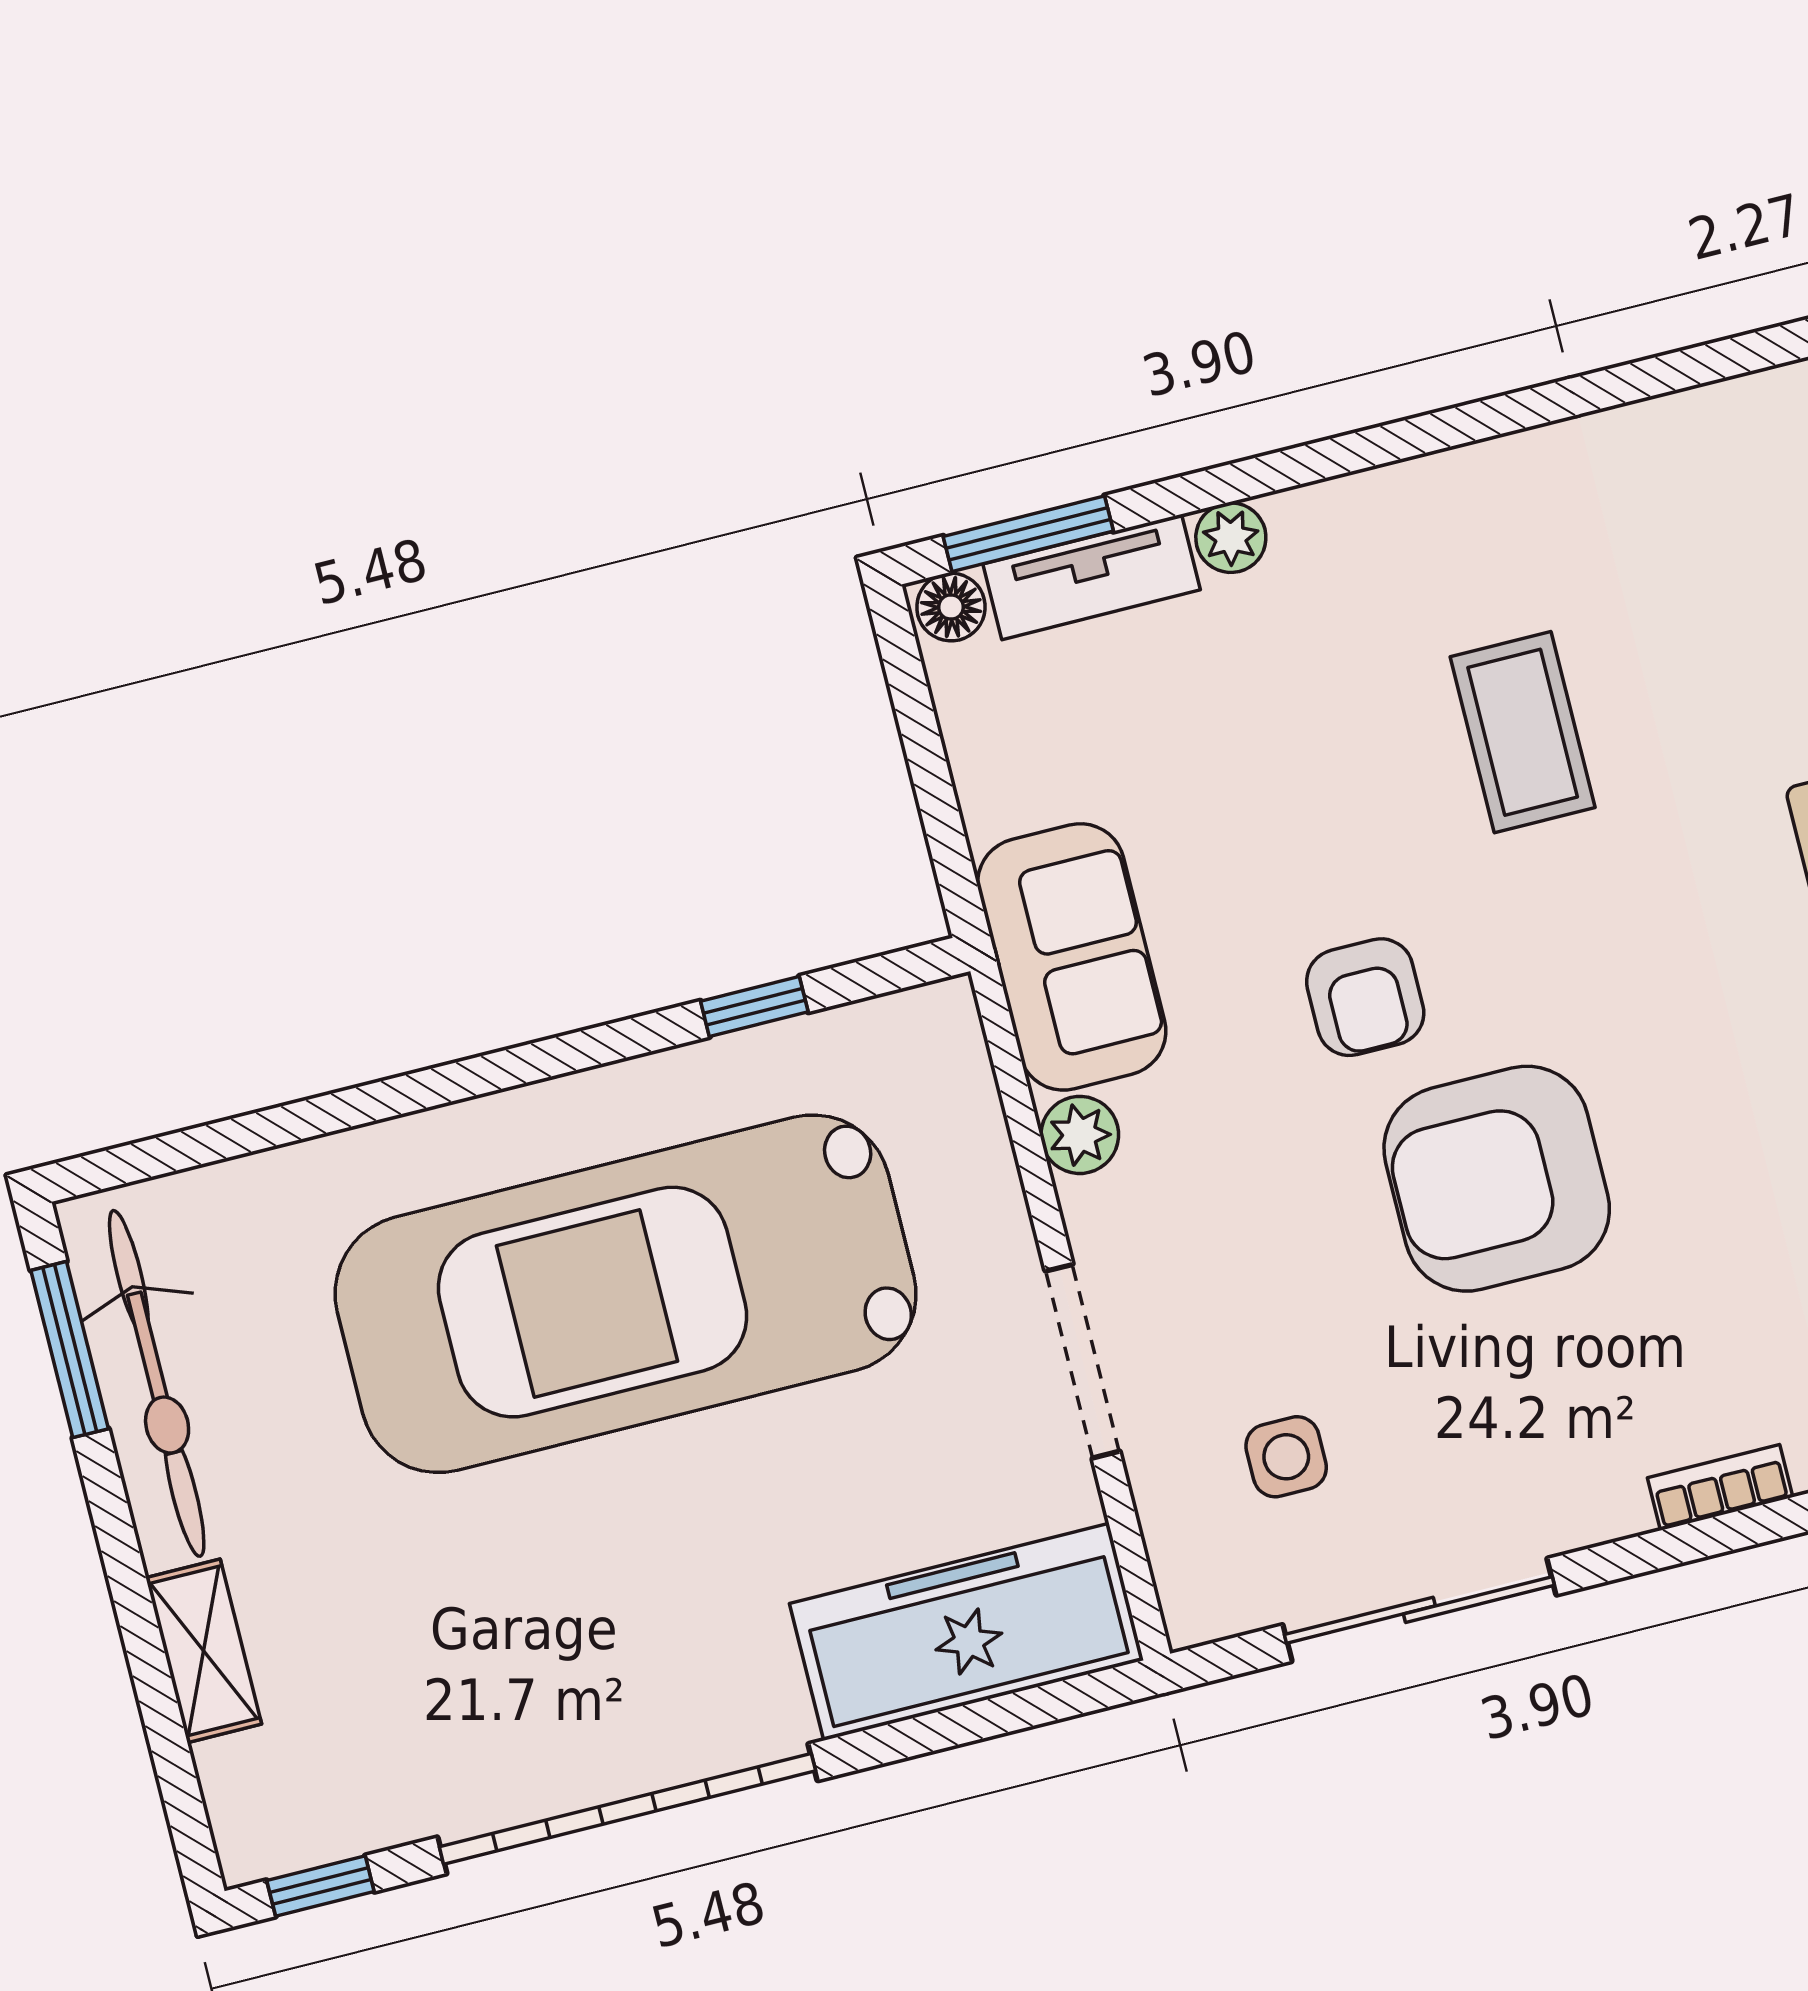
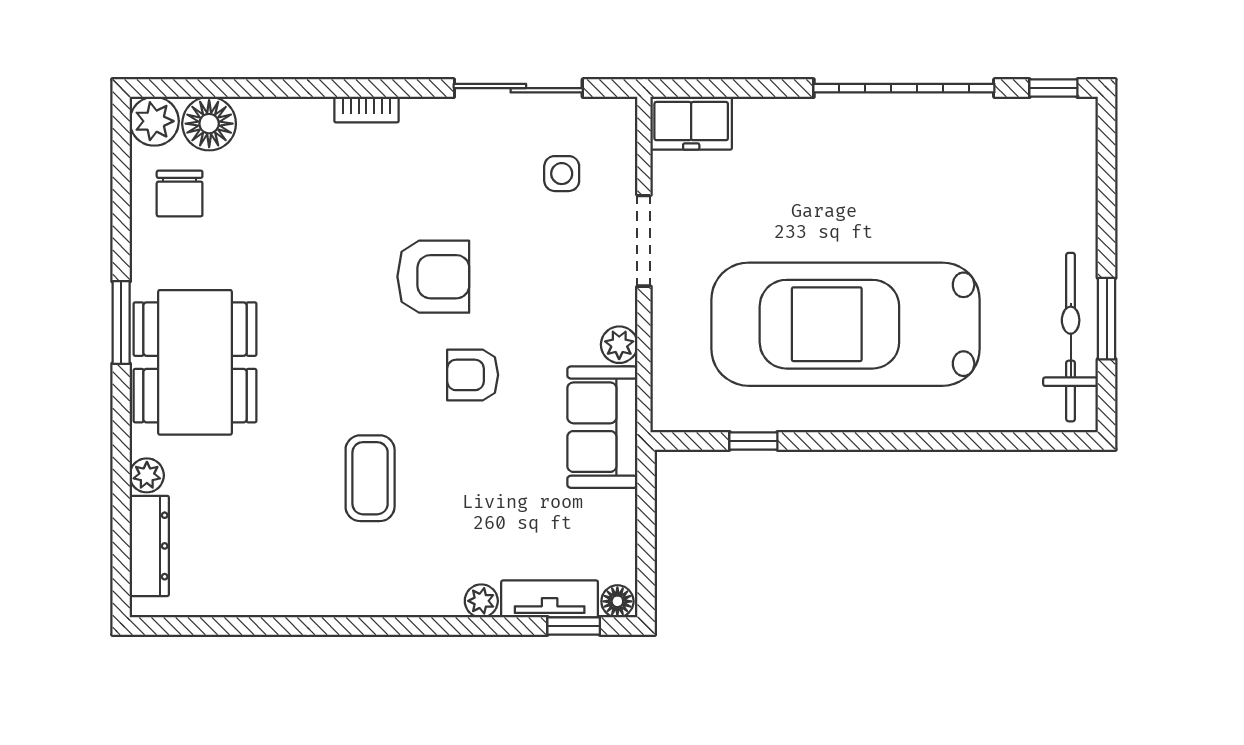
window: (1028, 534) -> (574, 626), width x0.67
armchair: (1365, 997) -> (473, 375), turned -90
armchair: (1497, 1179) -> (433, 277), width x0.73, depth x0.73
car: (626, 1294) -> (846, 324), turned 180
window: (70, 1350) -> (1107, 319), moved
freezer: (967, 1632) -> (691, 123), width x0.52, depth x0.79
shelving: (204, 1651) -> (1080, 209), removed

